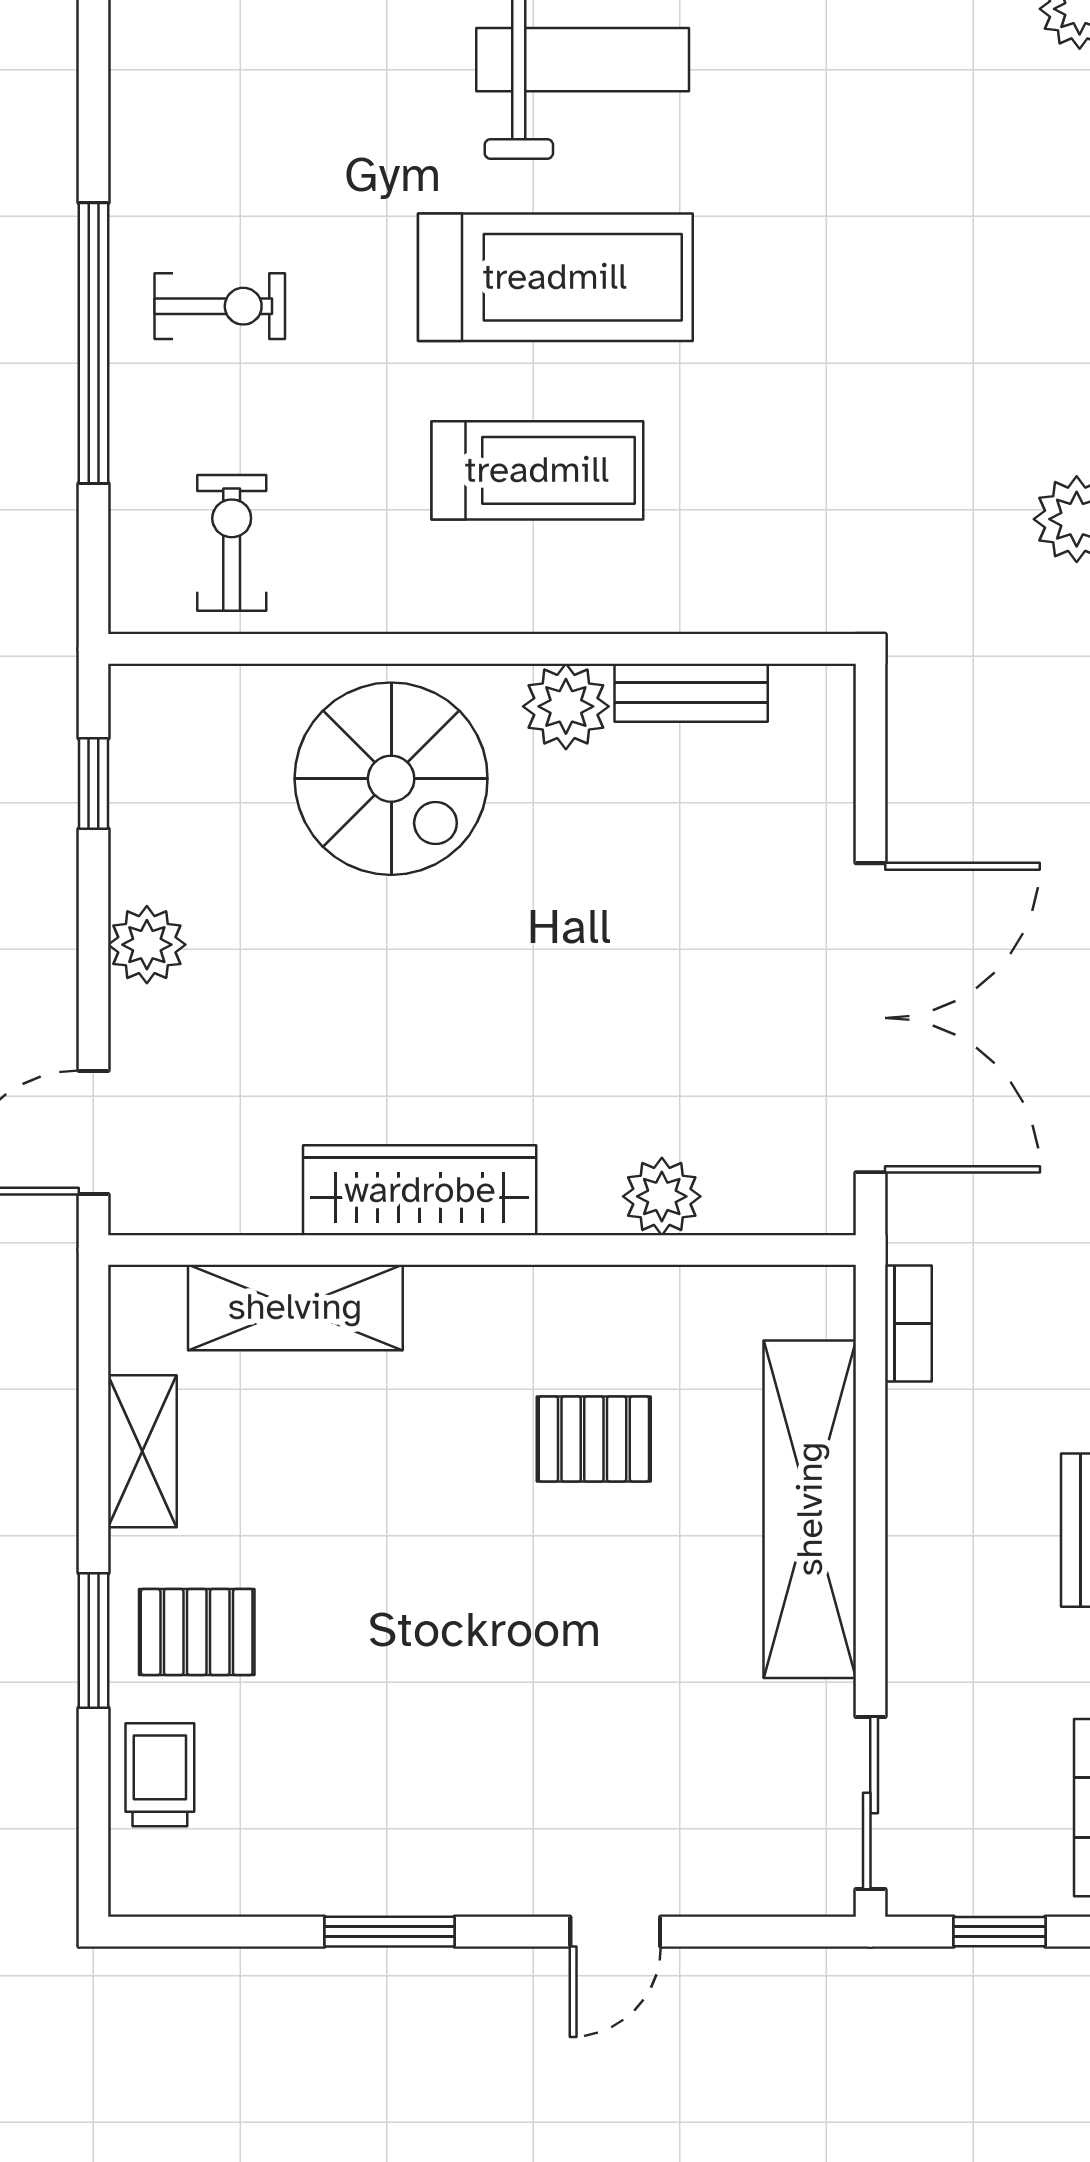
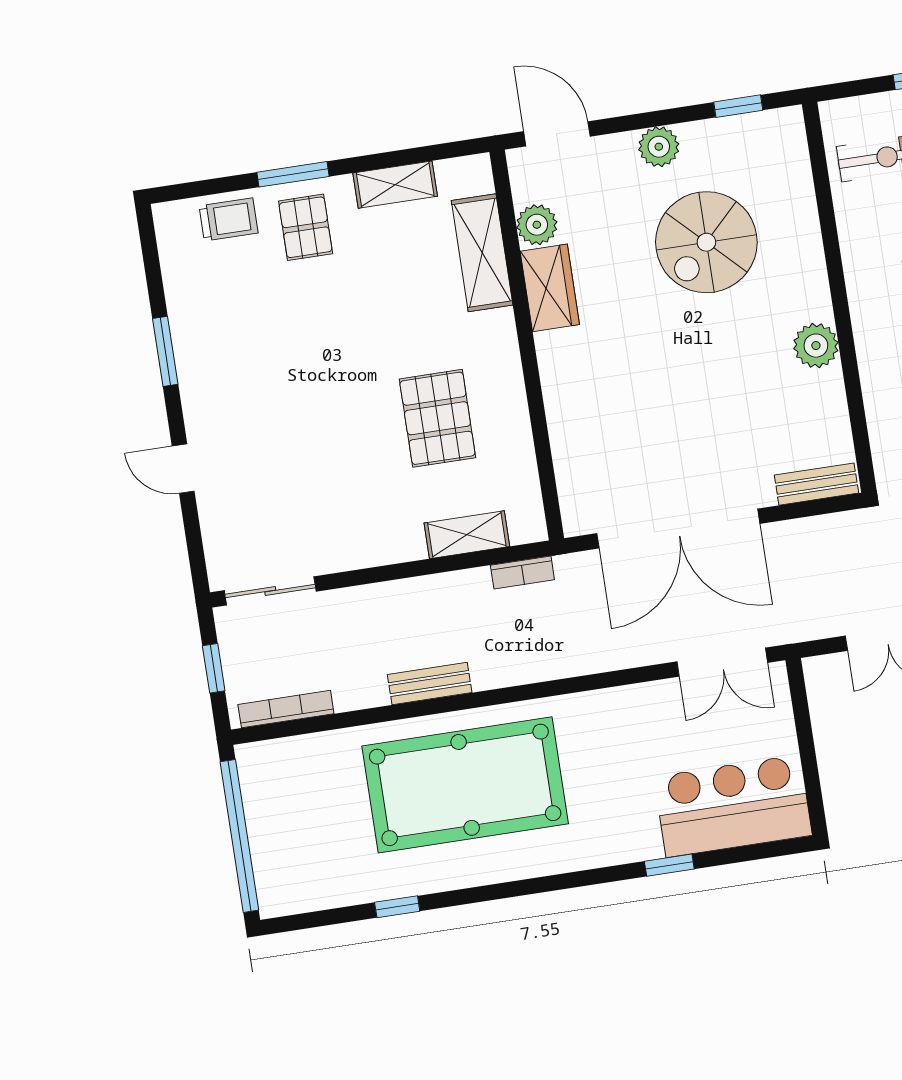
bench: (691, 693) -> (816, 484), moved, turned 90
spiral stairs: (391, 779) -> (706, 242), moved
wardrobe: (420, 1190) -> (550, 288), width x0.67
plant: (662, 1196) -> (537, 225), moved
pallet: (594, 1439) -> (437, 418), width x1.50, depth x1.42
shelving: (810, 1509) -> (467, 535), width x0.45, depth x0.75

